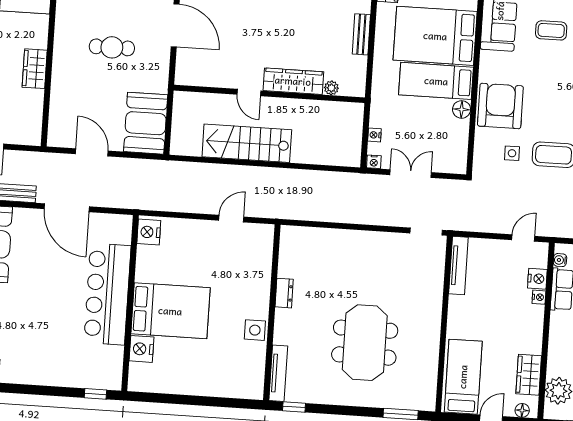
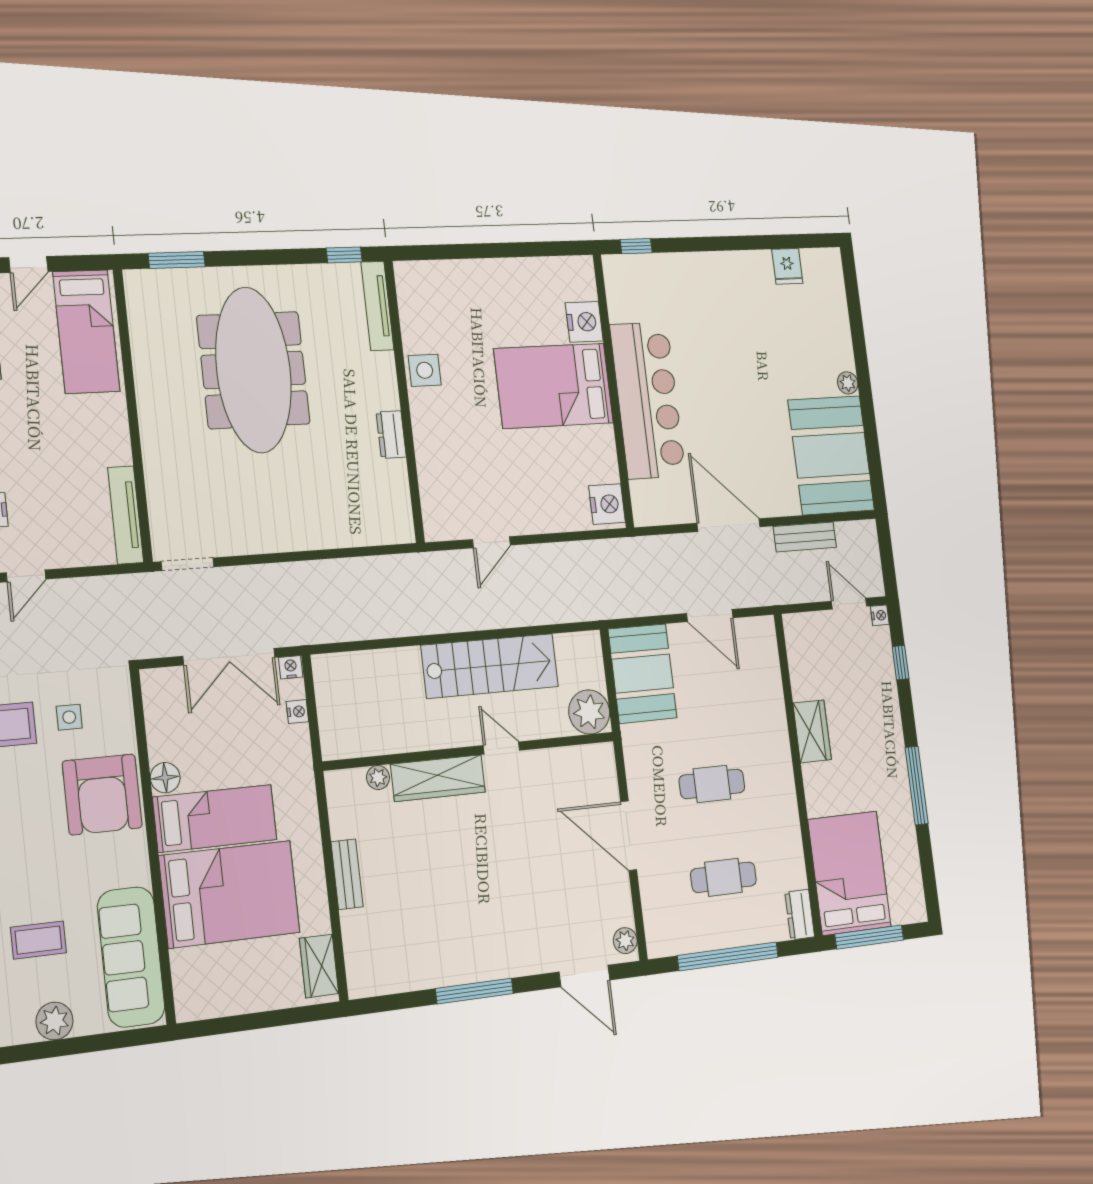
plant: (186, 105) -> (589, 712), added
double door: (411, 174) -> (229, 657), width x1.37
meeting table: (365, 343) -> (253, 370), width x1.36

